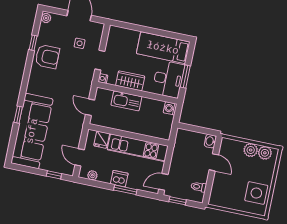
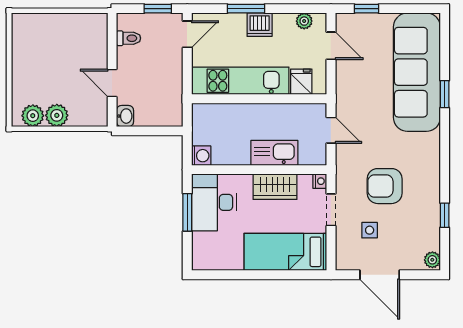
bed: (163, 48) -> (285, 252), moved, turned 180
armchair: (47, 57) -> (385, 186), moved
side table: (256, 193) -> (33, 48), removed

